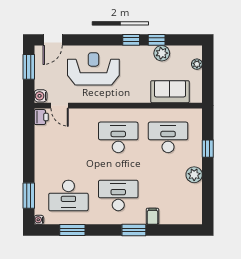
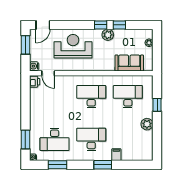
plant: (162, 53) -> (108, 35), moved

